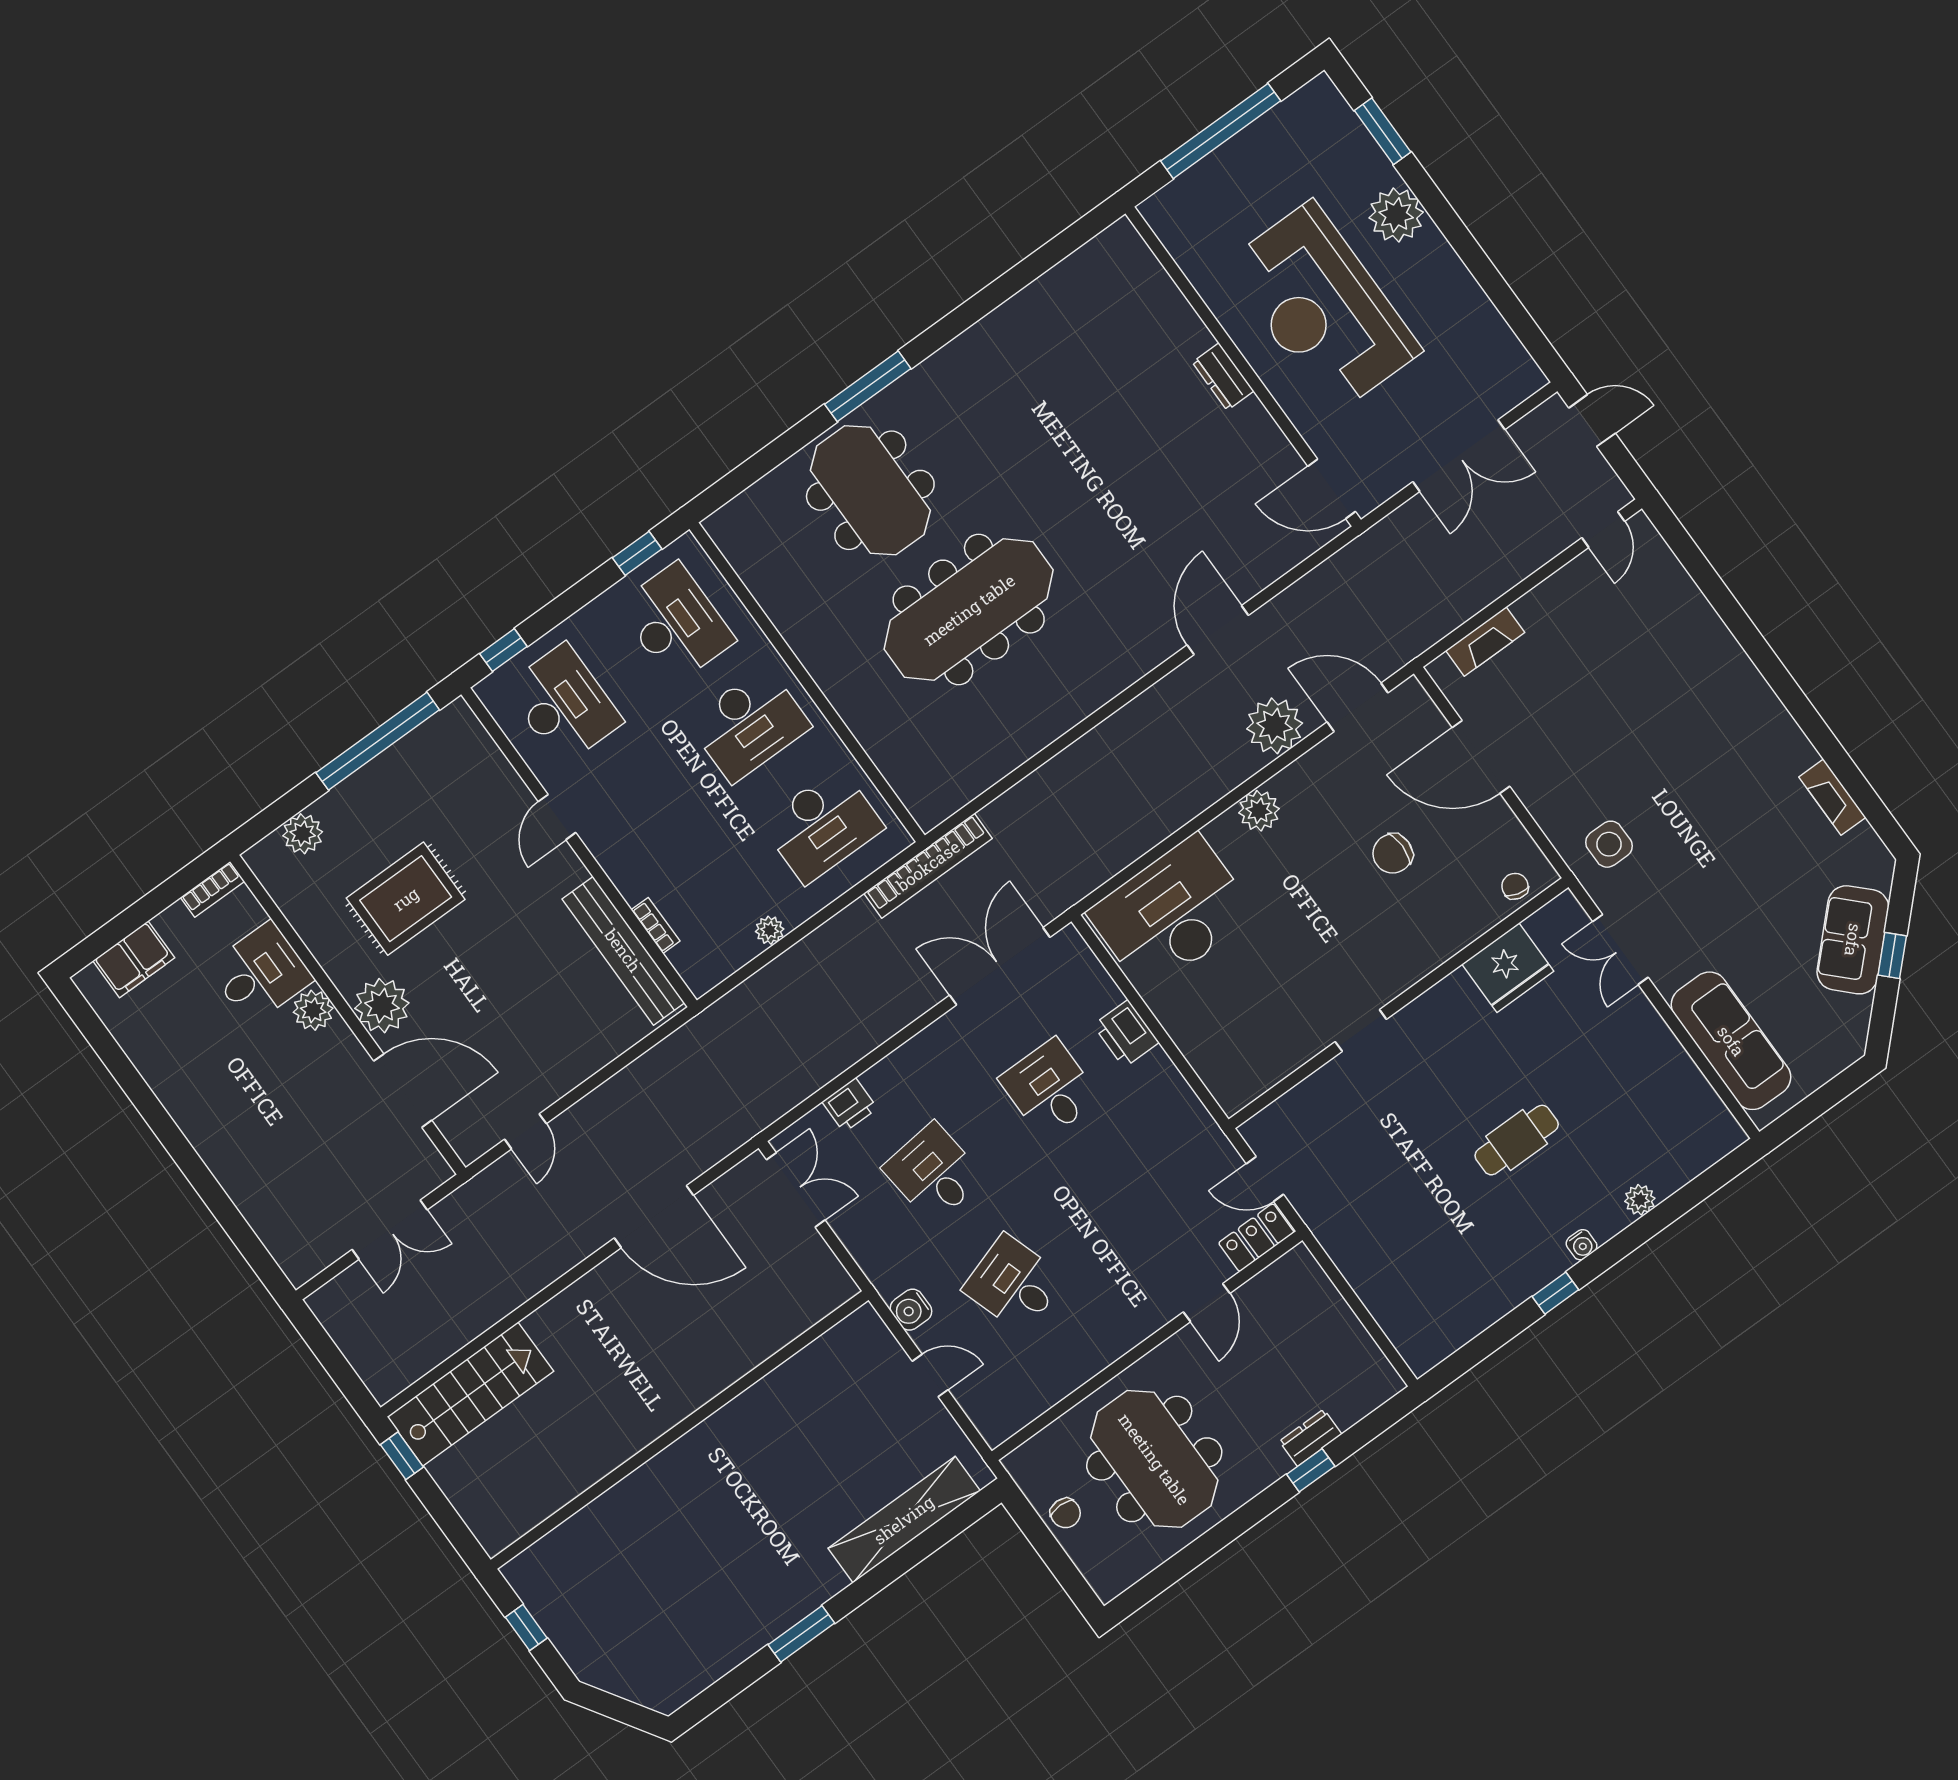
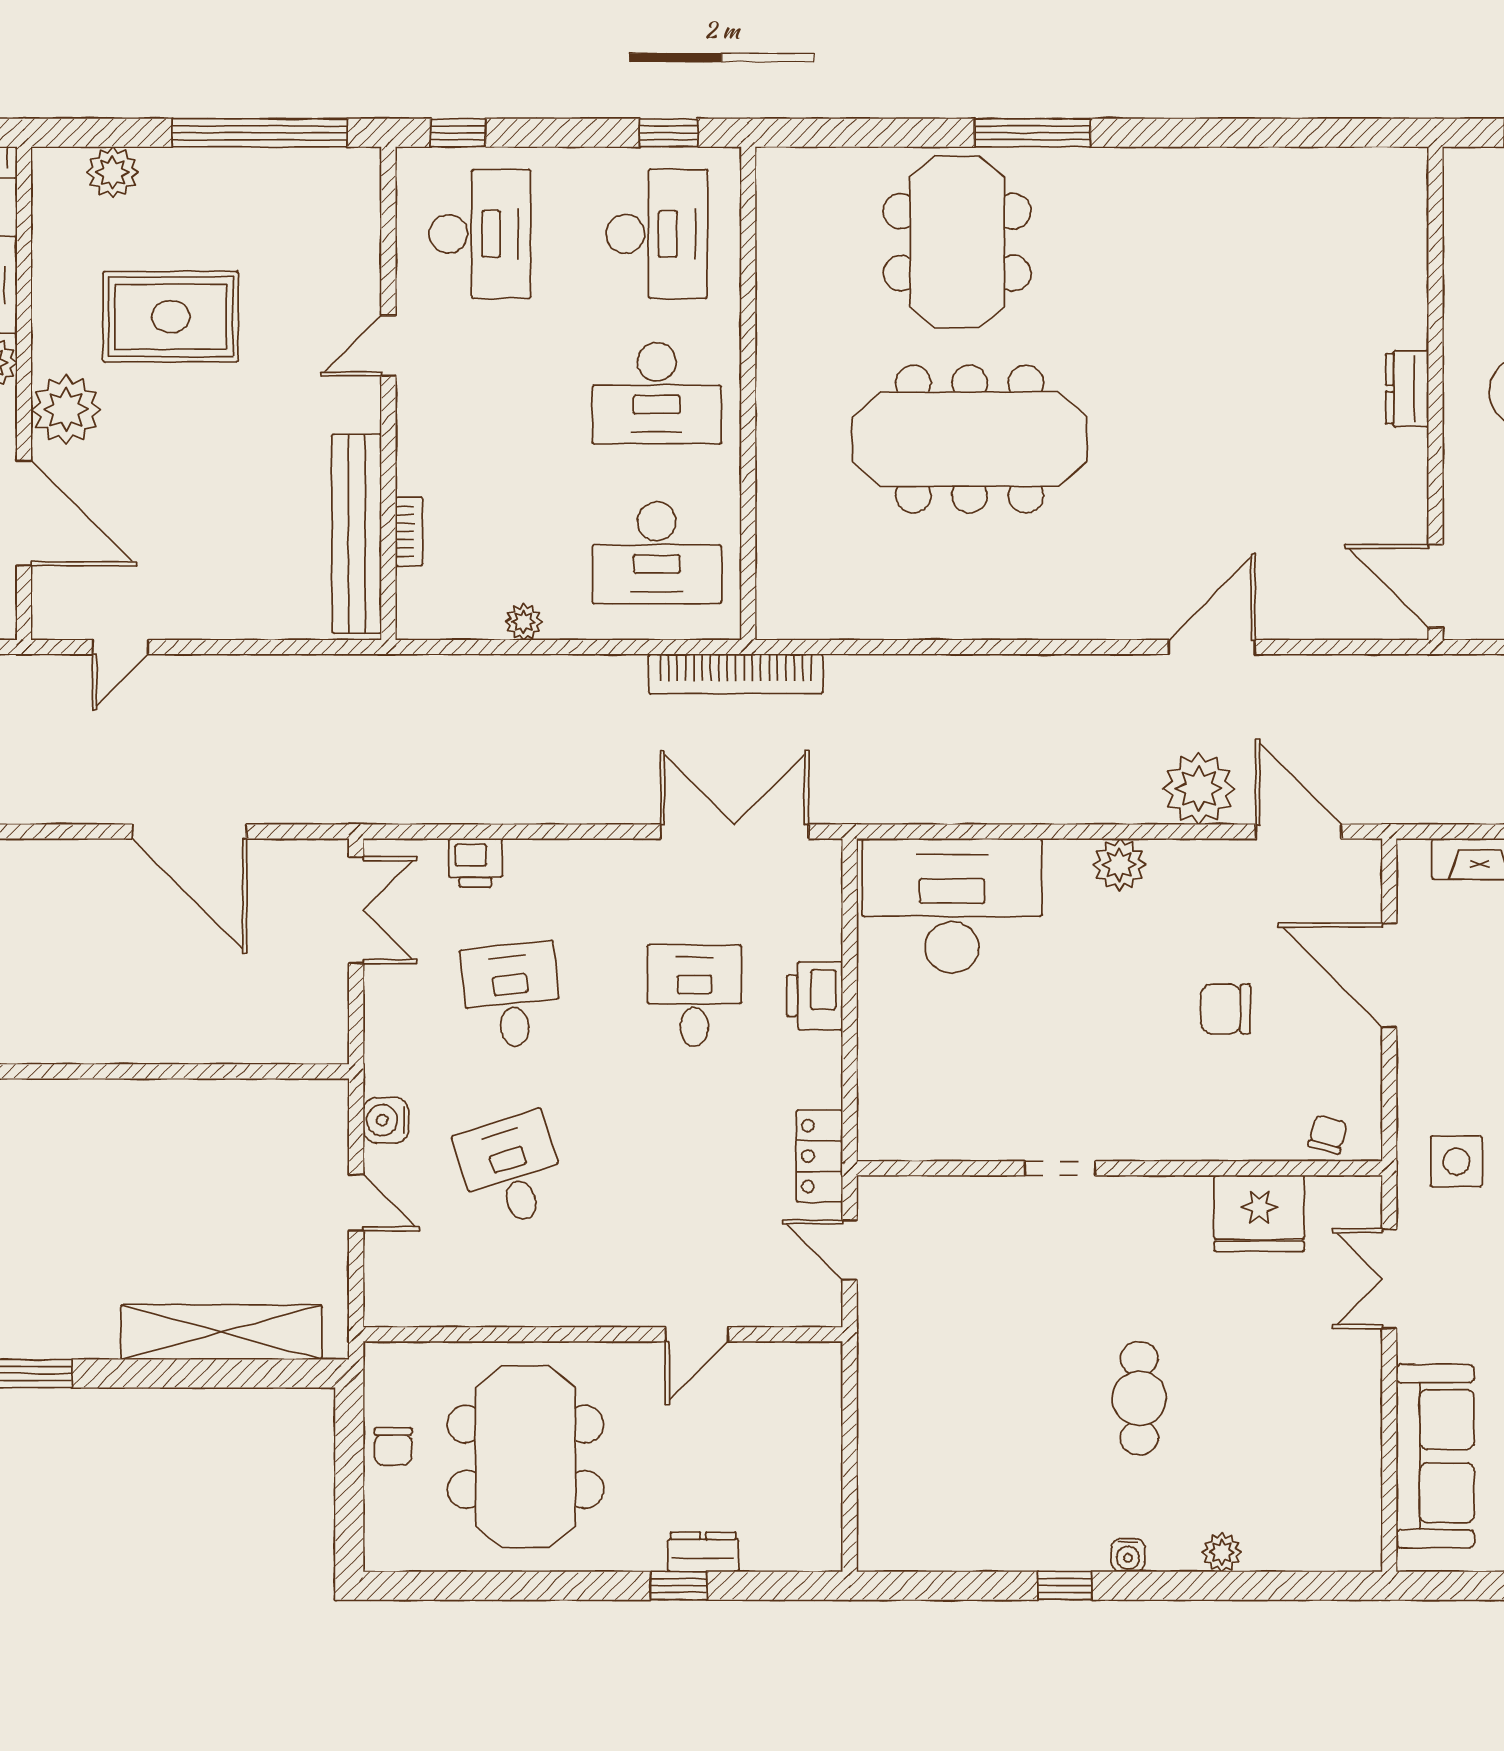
cafe table: (1517, 1140) -> (1139, 1398), turned 90
locker: (1256, 1238) -> (820, 1156), moved, turned -90

